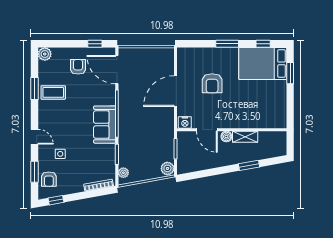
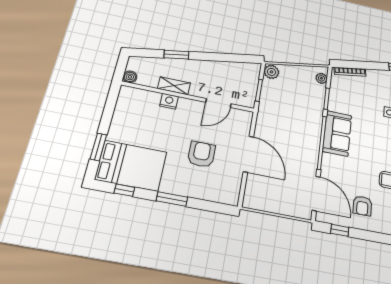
door: (175, 91) -> (248, 154), hinge flipped
nightstand: (185, 122) -> (169, 101), moved
door: (207, 130) -> (218, 103), swing flipped
boiler: (226, 136) -> (130, 77), moved

